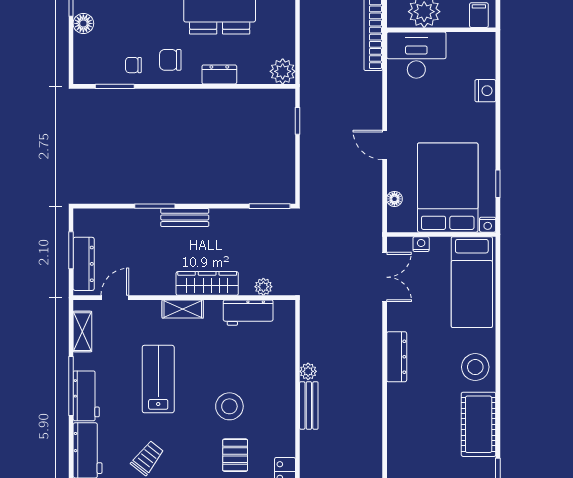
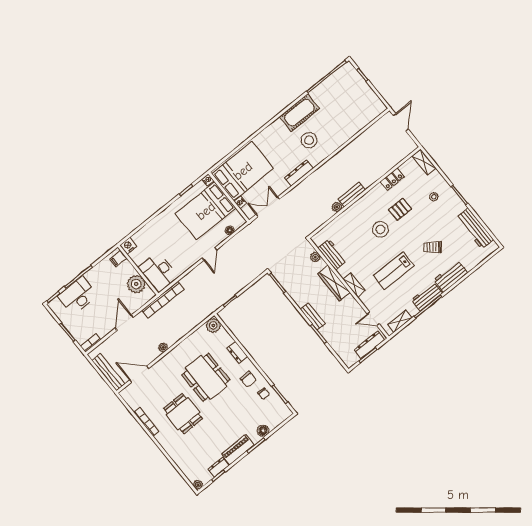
nightstand: (485, 91) -> (128, 246), moved
bed: (472, 282) -> (243, 171), width x1.50
stool: (475, 367) -> (309, 140), moved

